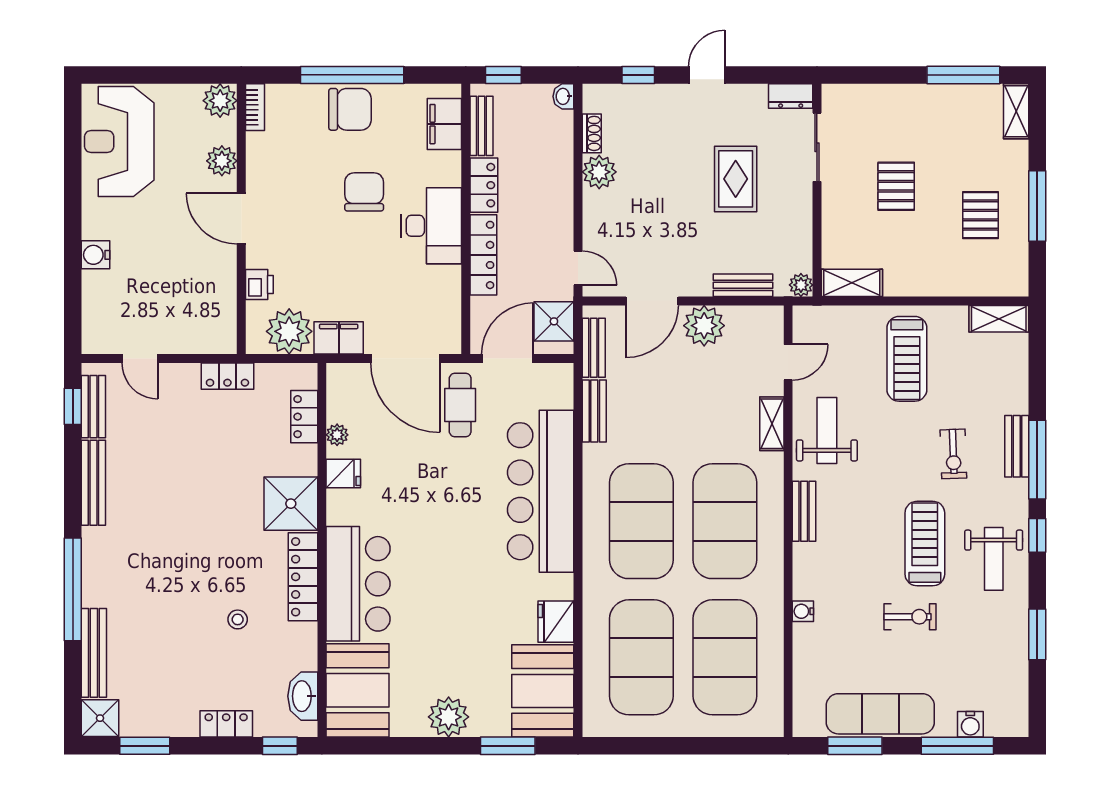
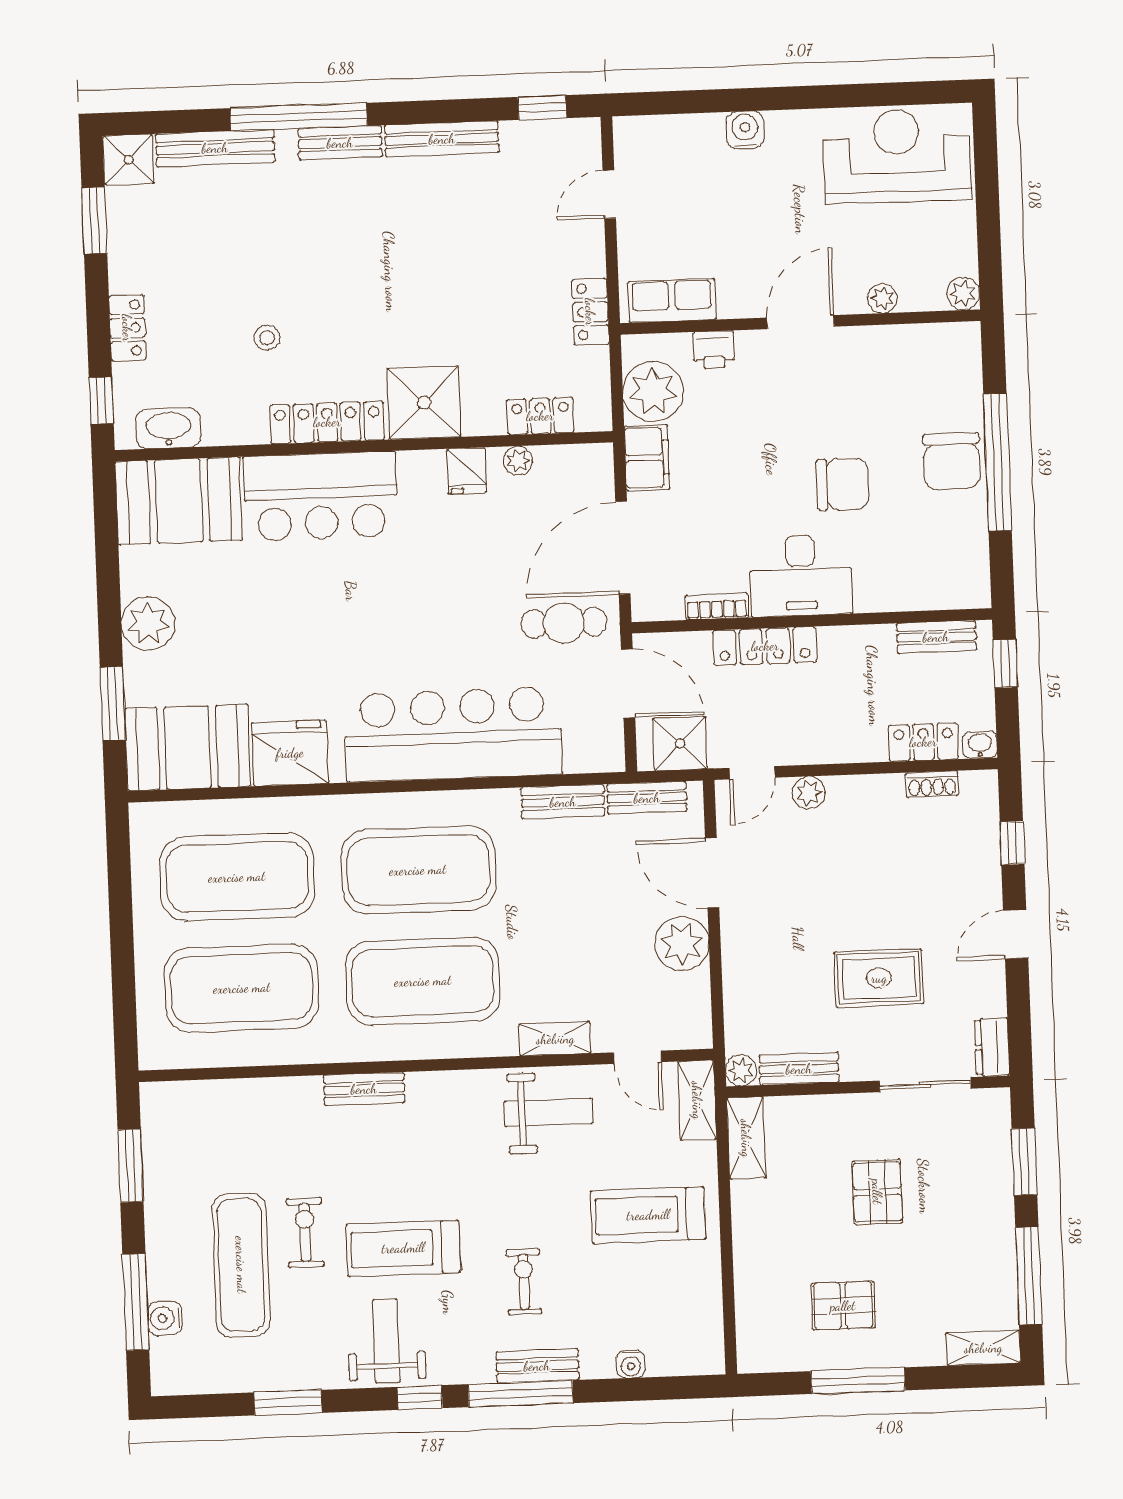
door: (707, 75) -> (1016, 934), swing flipped
window: (878, 75) -> (1024, 1162), added
plant: (220, 101) -> (963, 294), width x0.73, depth x0.73
bookcase: (255, 107) -> (717, 606), moved, turned 180
filing cabinet: (444, 124) -> (937, 588), removed
plant: (222, 161) -> (882, 298), width x0.73, depth x0.73
plant: (599, 172) -> (809, 793), moved, width x0.73, depth x0.73
locker: (484, 185) -> (923, 742), moved, turned 180
pallet: (896, 186) -> (877, 1192), turned 90
bench: (743, 285) -> (799, 1069), moved, turned 90
row of seats: (221, 315) -> (672, 301), added
shelving: (999, 319) -> (697, 1100), moved
bench: (93, 407) -> (340, 143), moved
exercise bike: (953, 454) -> (524, 1282), turned 92
bench: (804, 511) -> (364, 1089), moved
treadmill: (925, 544) -> (403, 1248), turned 180
weight bench: (994, 559) -> (386, 1341), turned 90
water cooler: (803, 611) -> (631, 1364), moved, turned 180
exercise bike: (910, 617) -> (305, 1232), turned 180
fridge: (556, 622) -> (290, 753), width x1.36, depth x1.34
exercise mat: (880, 714) -> (241, 1265), moved

